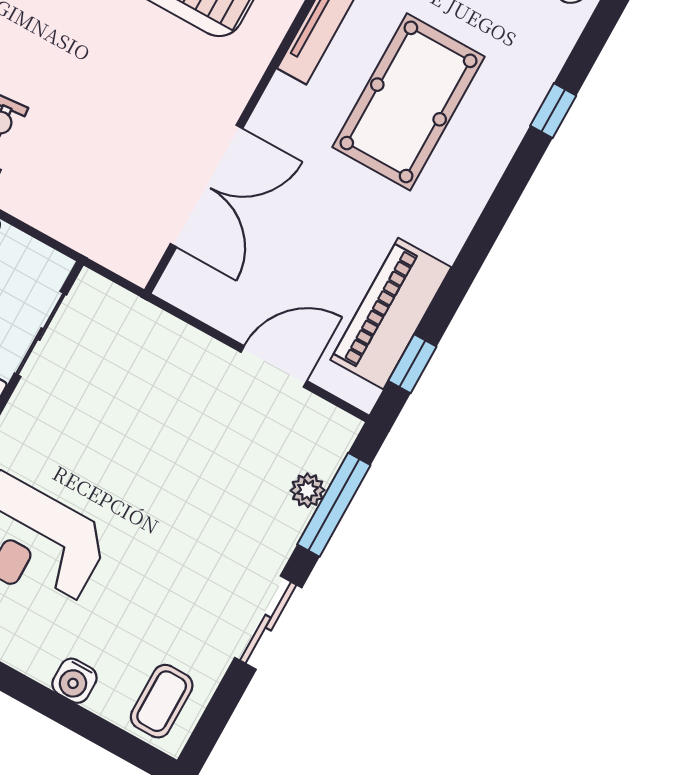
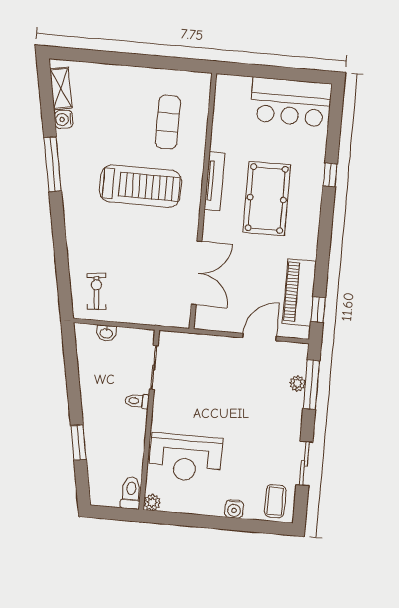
sliding door: (268, 623) -> (304, 463), moved

